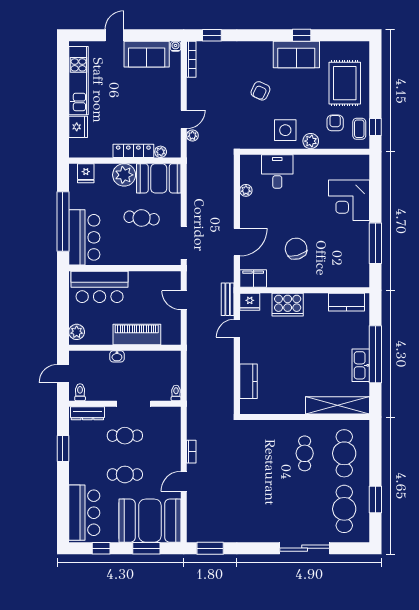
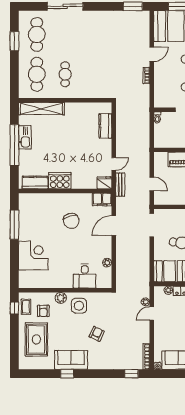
cooker: (288, 305) -> (60, 181), moved

